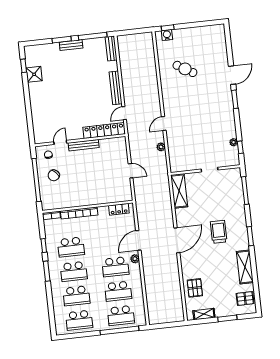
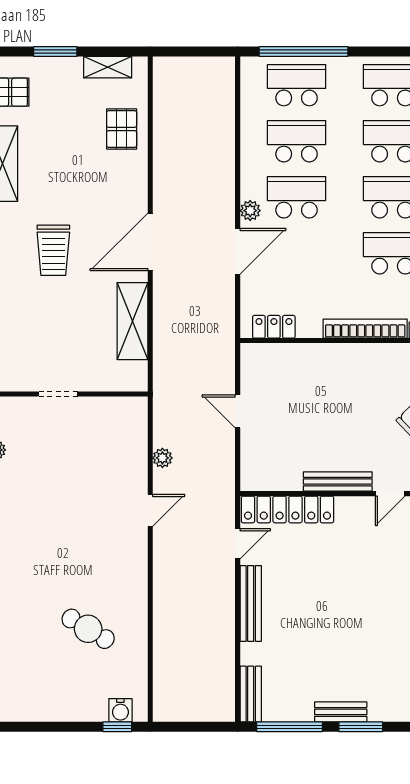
shelving: (179, 191) -> (132, 321), moved

